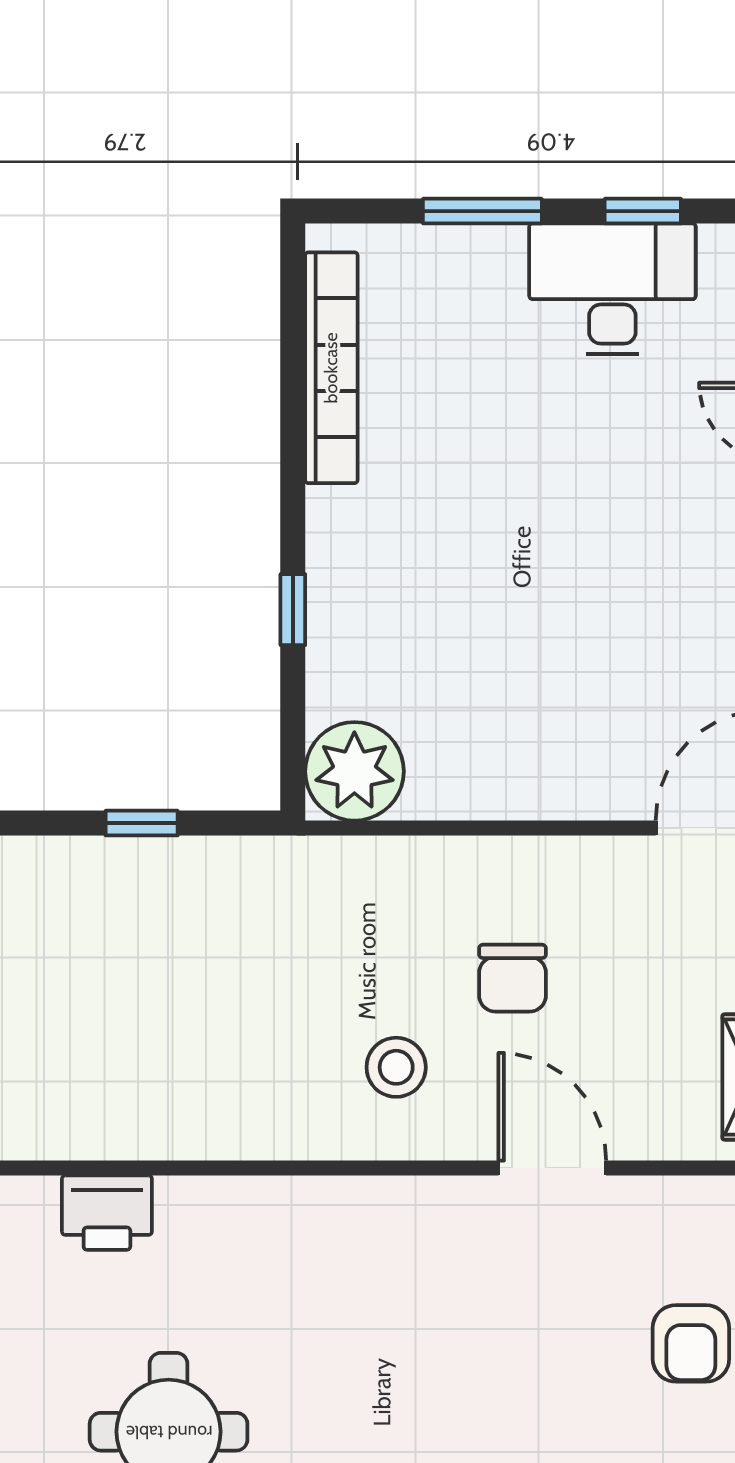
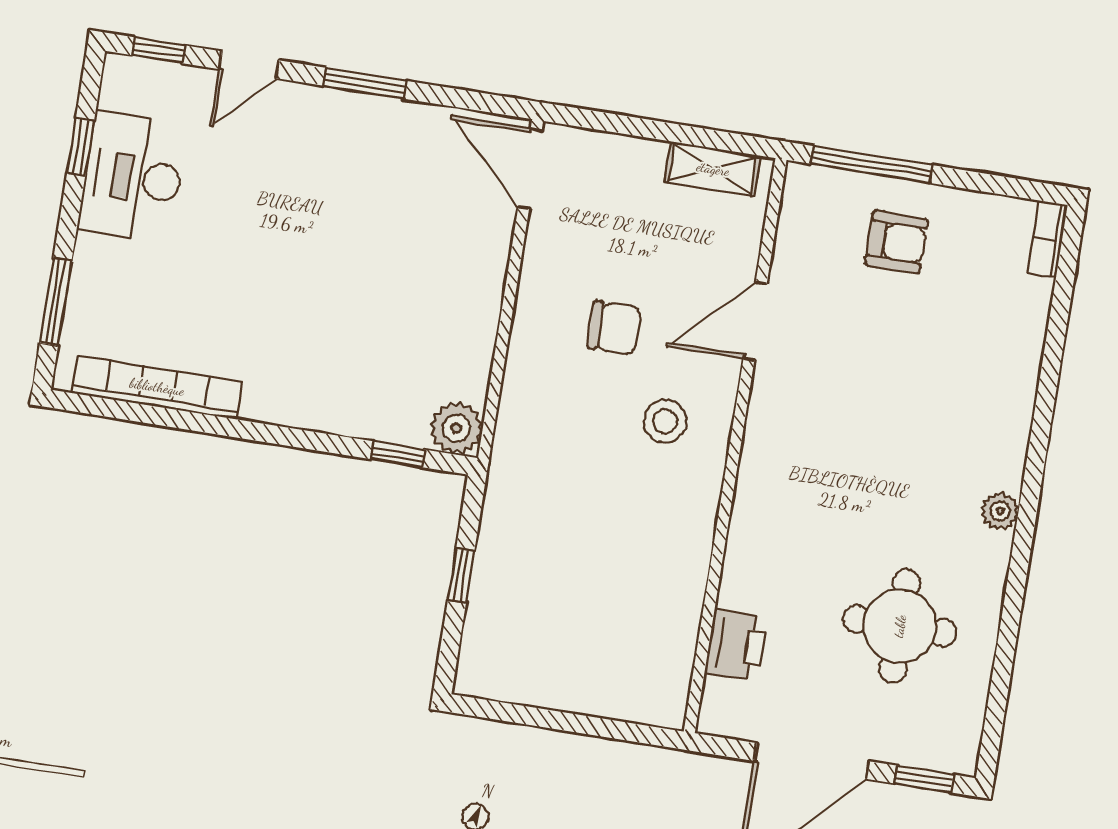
window: (482, 211) -> (56, 302), moved
window: (293, 610) -> (398, 454), moved
plant: (354, 771) -> (456, 428), width x0.73, depth x0.73

